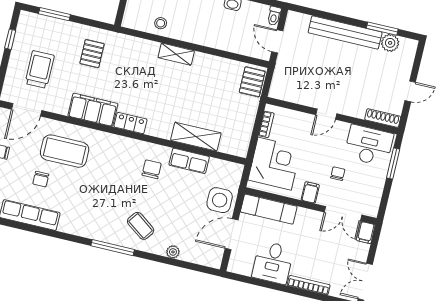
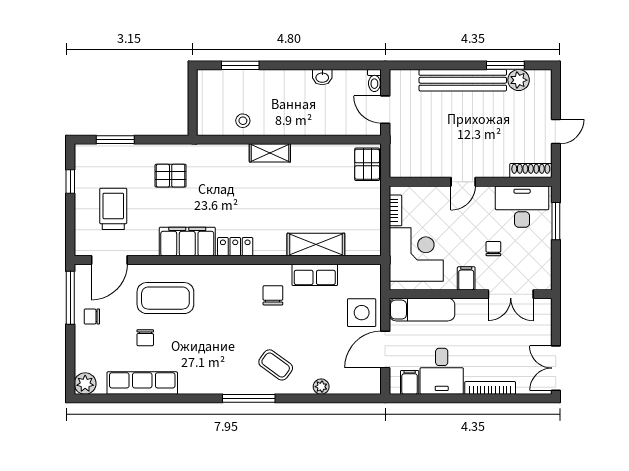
pallet: (92, 54) -> (171, 176), turned 90
filing cabinet: (366, 233) -> (410, 382), moved, turned 180

